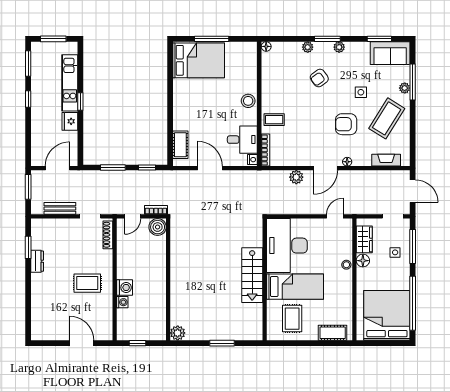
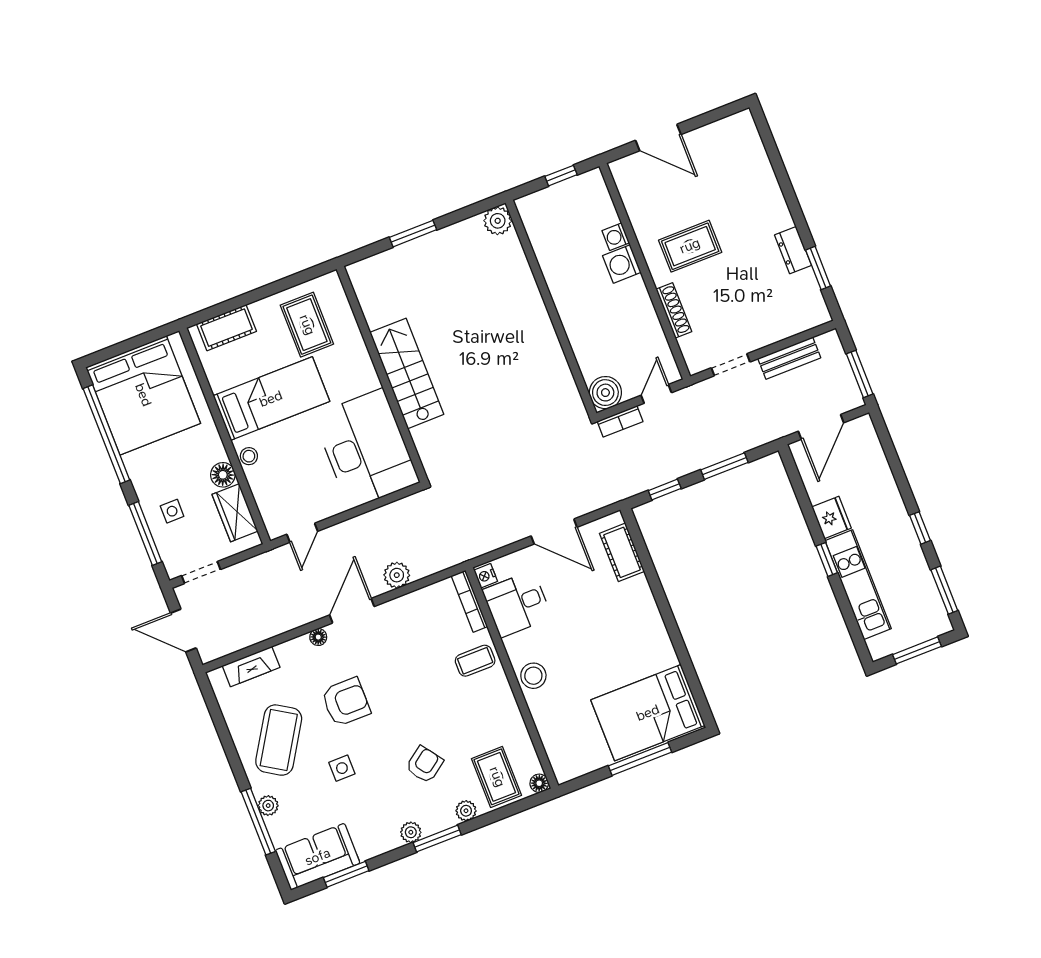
rug: (286, 58) -> (497, 777), added
shoe rack: (108, 235) -> (674, 310), moved
bed: (295, 287) -> (271, 399), moved, turned 180

